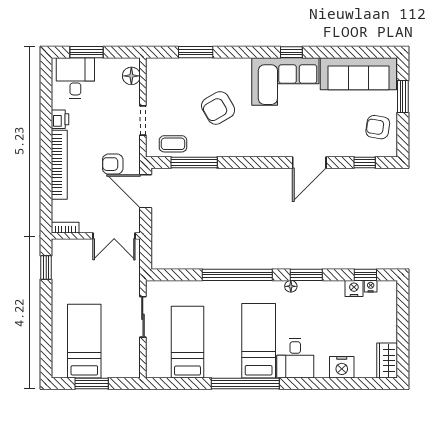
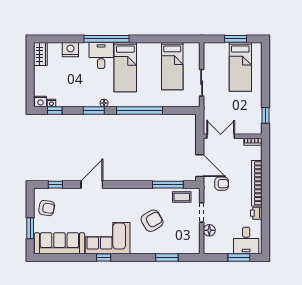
floor lamp: (131, 76) -> (209, 230), moved
nightstand: (354, 288) -> (40, 102), moved
window: (245, 384) -> (106, 39), moved

